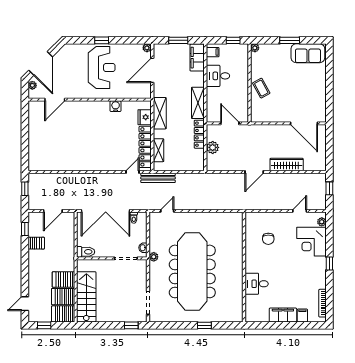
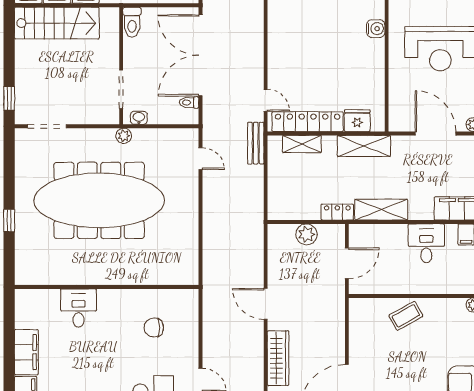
water cooler: (116, 106) -> (376, 29), moved
locker: (199, 134) -> (337, 212), width x0.66
bench: (158, 178) -> (256, 143), width x0.73

